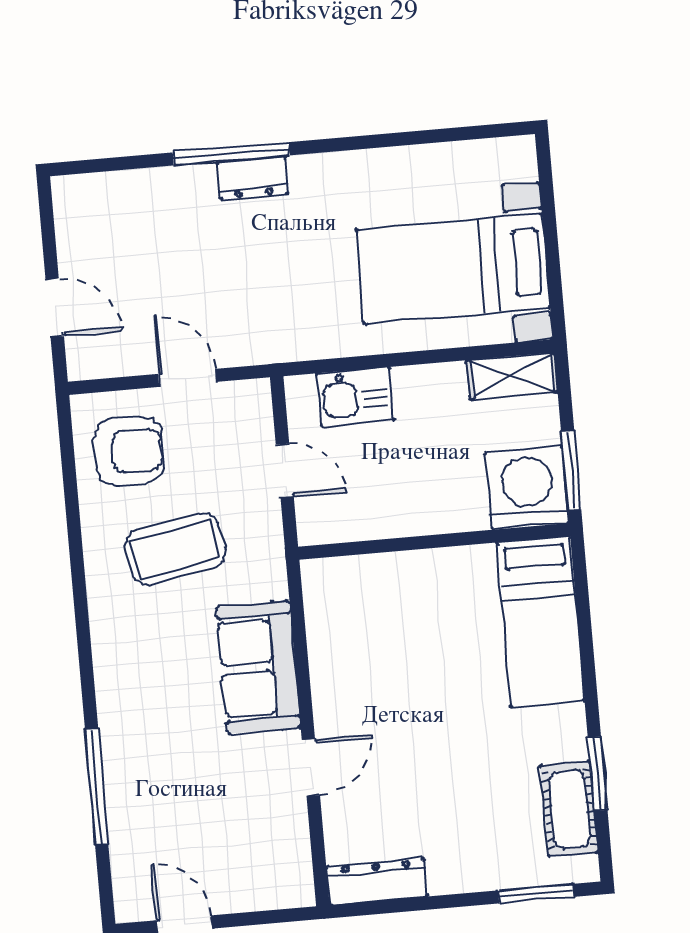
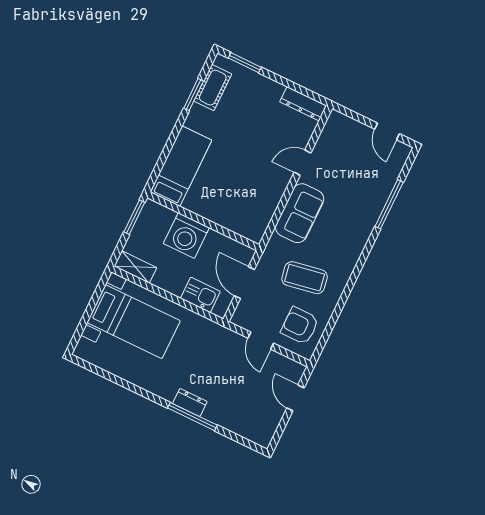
door: (285, 471) -> (244, 283), width x1.38
washing machine: (527, 488) -> (186, 236), moved

